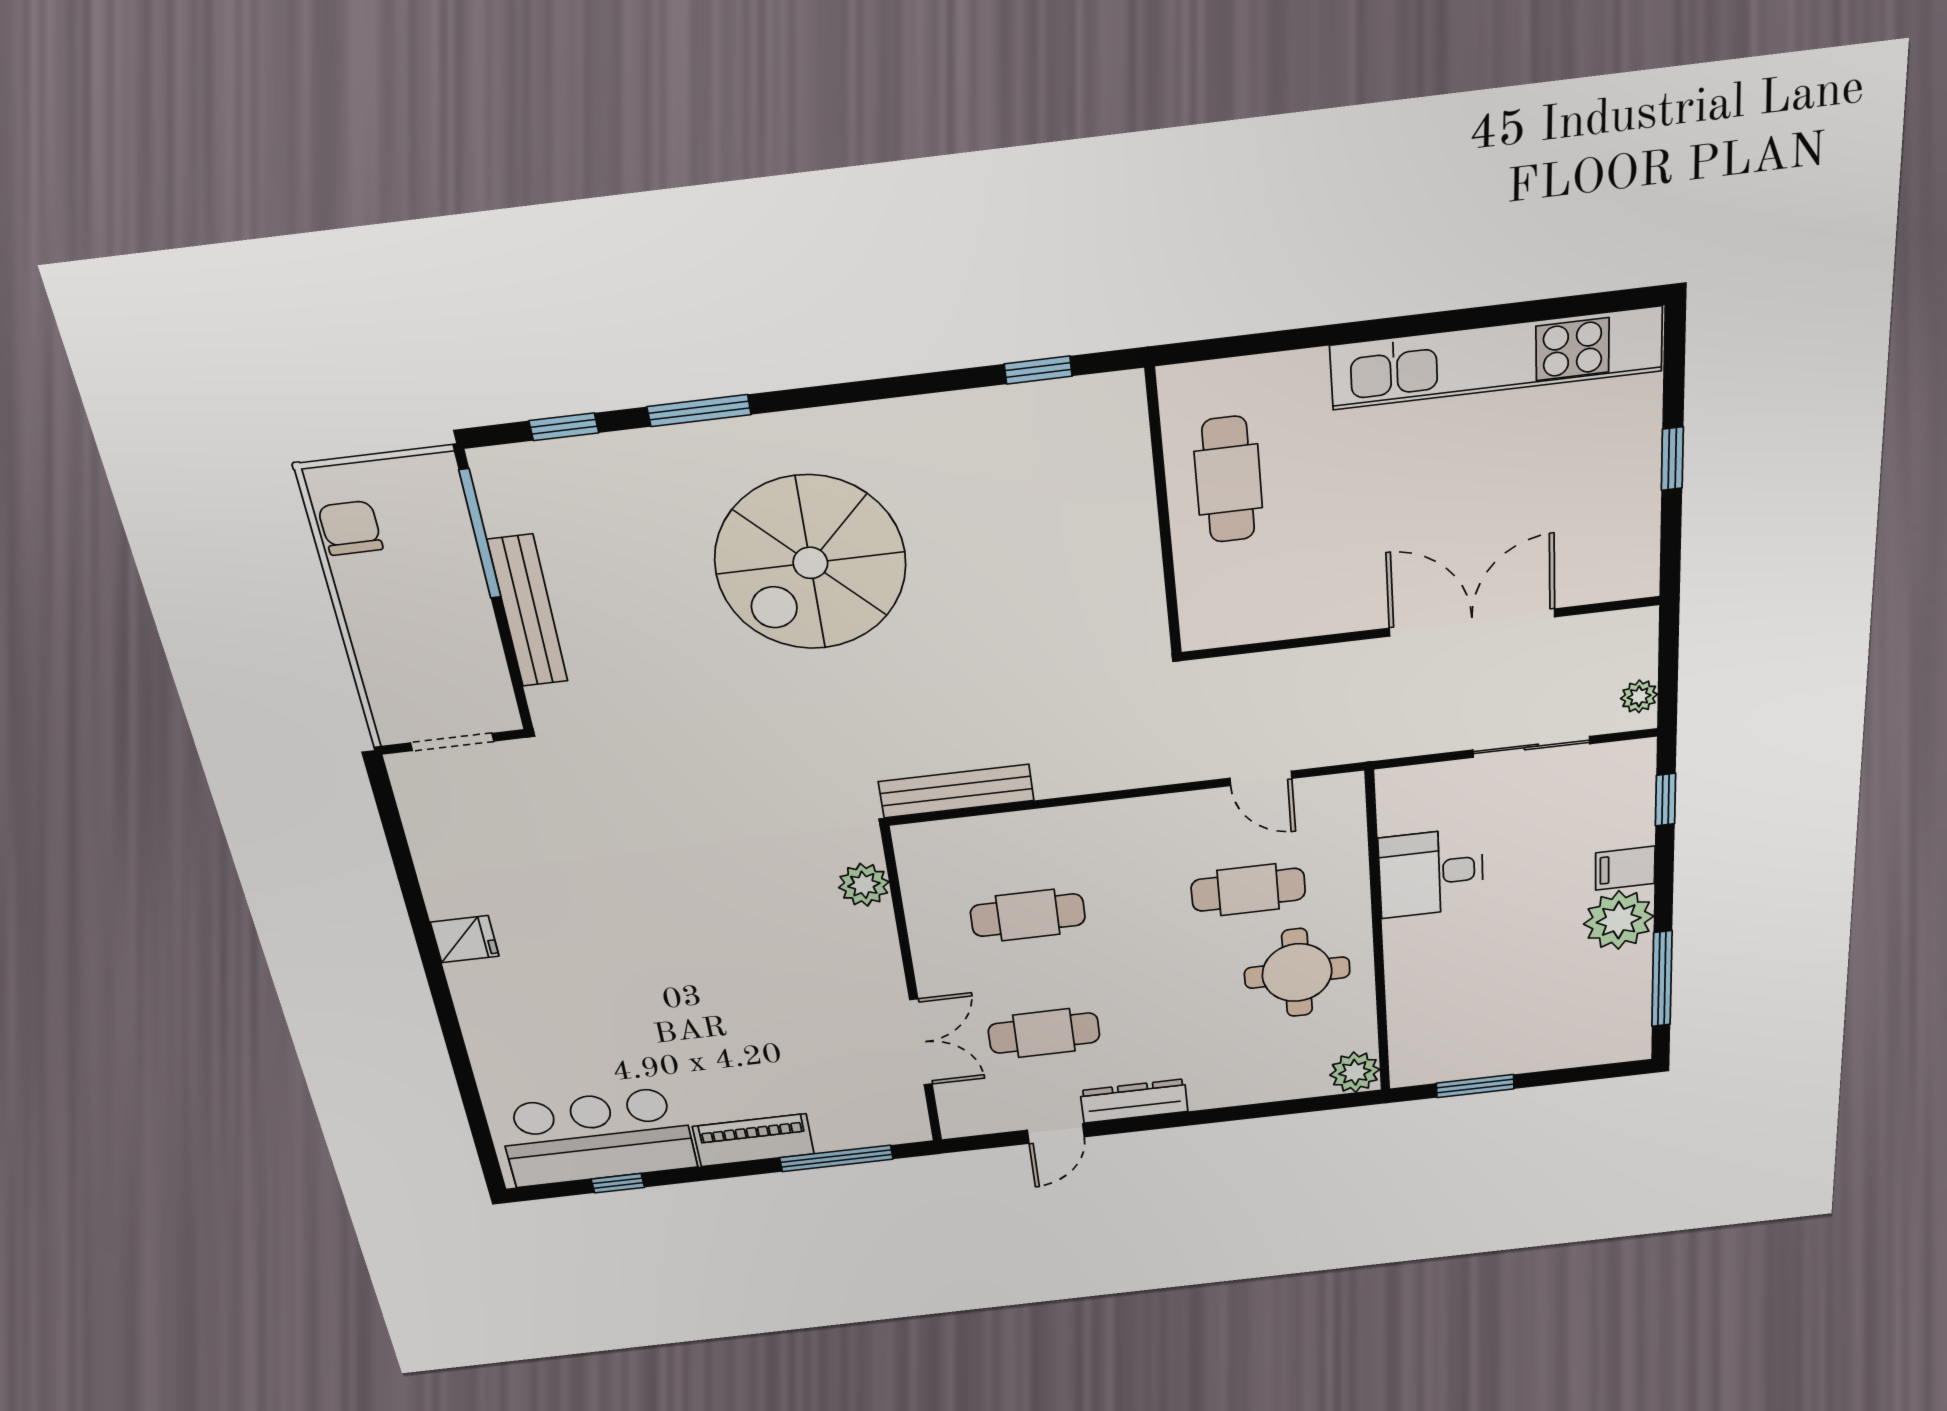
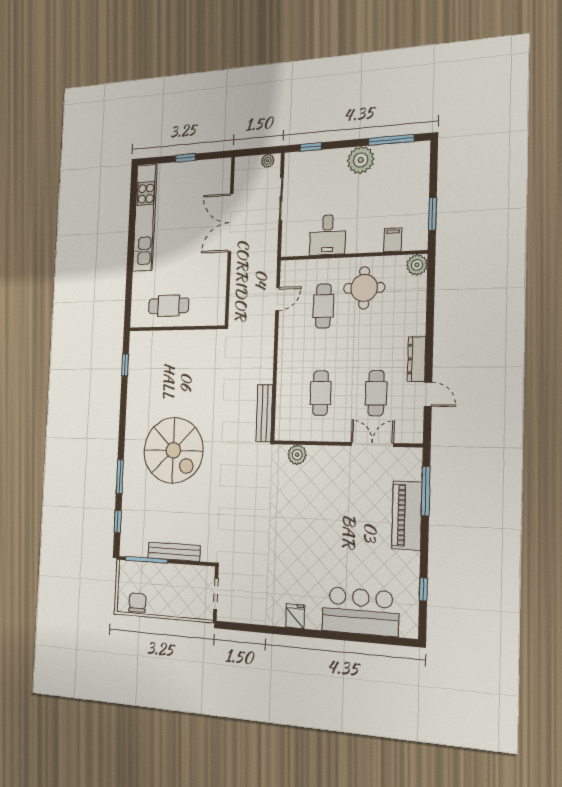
chair: (350, 528) -> (137, 603), turned 90
filing cabinet: (1625, 868) -> (393, 240), moved, turned 180
bar counter: (597, 1137) -> (360, 611), moved, turned 90
piano: (753, 1140) -> (407, 515), width x1.37, depth x1.33

